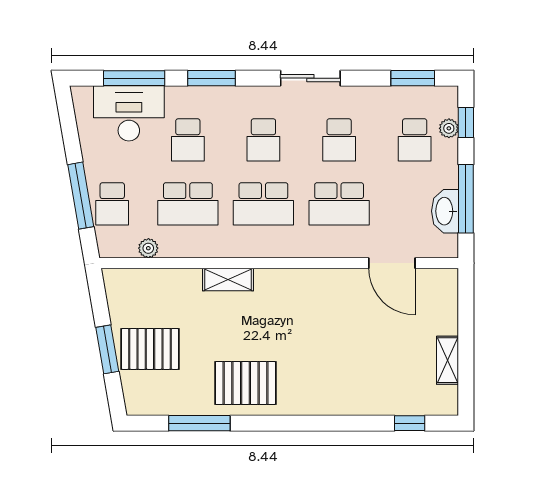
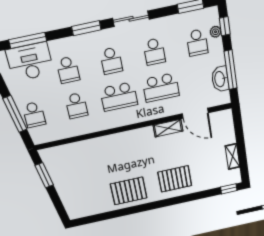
window: (211, 78) -> (86, 28), moved
school desk: (188, 204) -> (76, 106), width x0.54
plant: (148, 248) -> (60, 134), removed
shelving: (228, 280) -> (168, 128), moved
window: (107, 349) -> (44, 175), moved
pallet: (150, 349) -> (175, 179), moved
window: (199, 423) -> (109, 215), removed
window: (410, 423) -> (229, 189), moved

